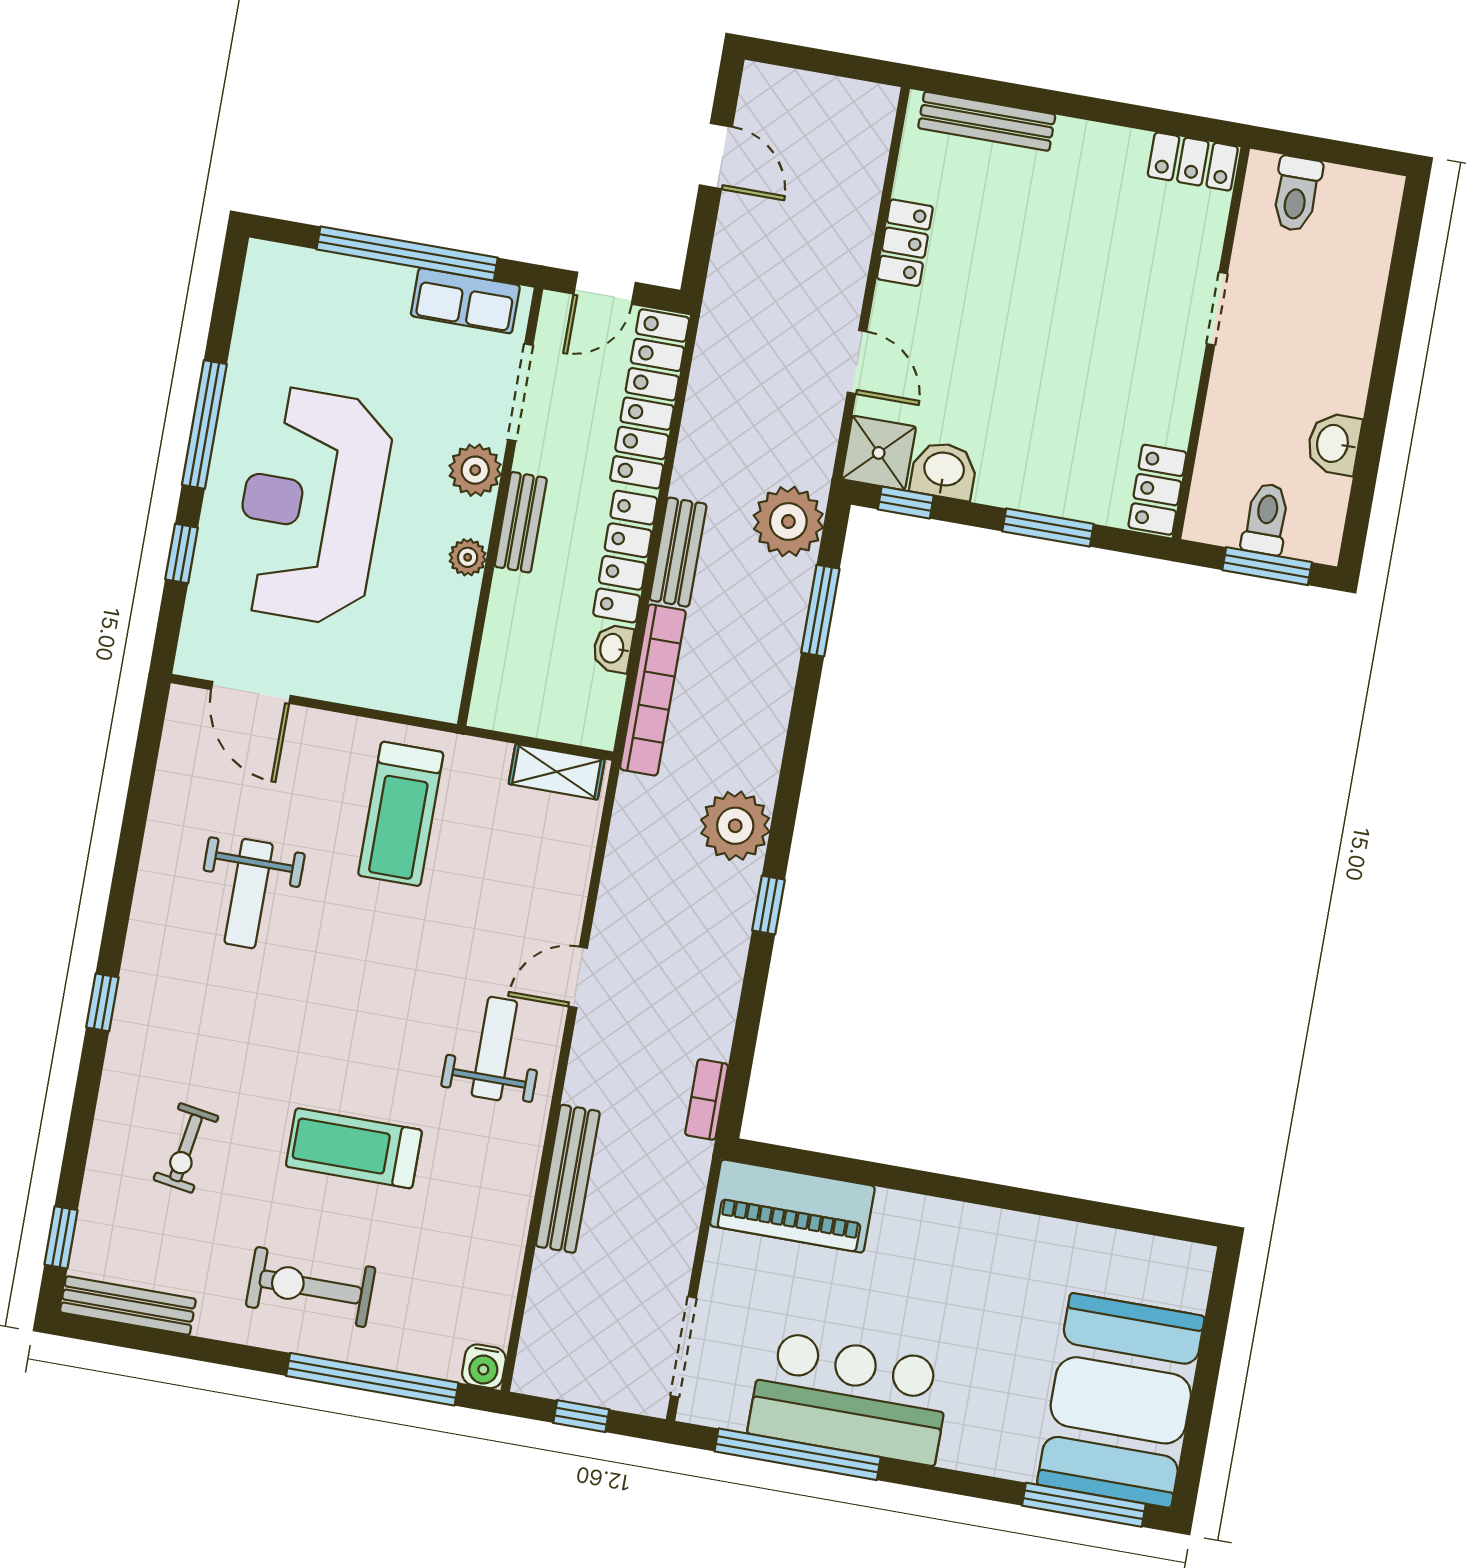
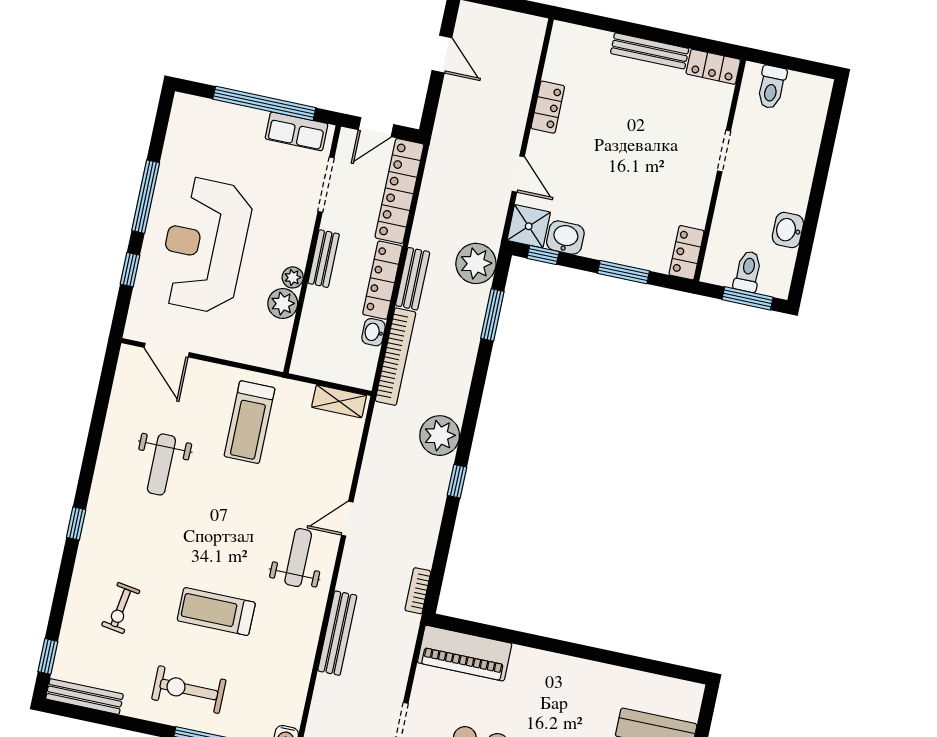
bench: (987, 121) -> (650, 51), moved
plant: (475, 470) -> (283, 304), moved

